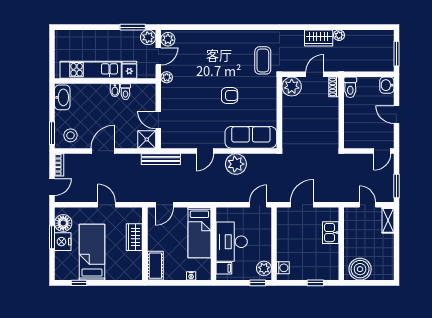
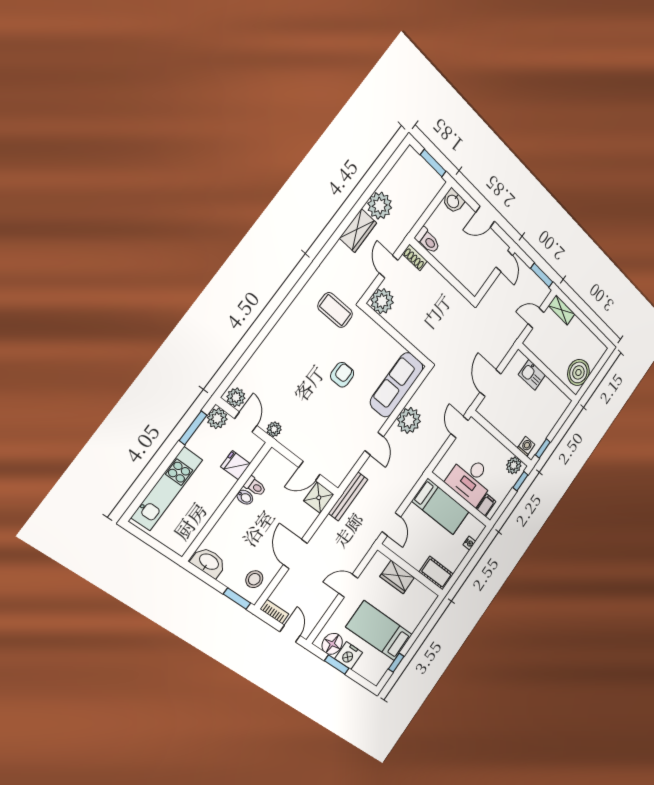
plant: (339, 35) -> (380, 206), width x1.88, depth x1.88
kitchen unit: (91, 70) -> (167, 488), moved, turned 180
window: (315, 283) -> (543, 448), moved

